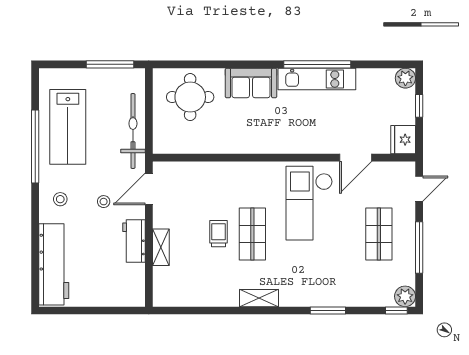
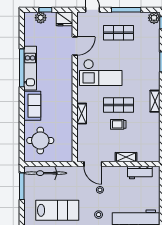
plant: (405, 78) -> (41, 18), moved
bicycle: (133, 131) -> (45, 173), moved
door: (356, 158) -> (75, 46), hinge flipped
shelving: (237, 170) -> (82, 114), added
workbench: (134, 241) -> (140, 173), moved

